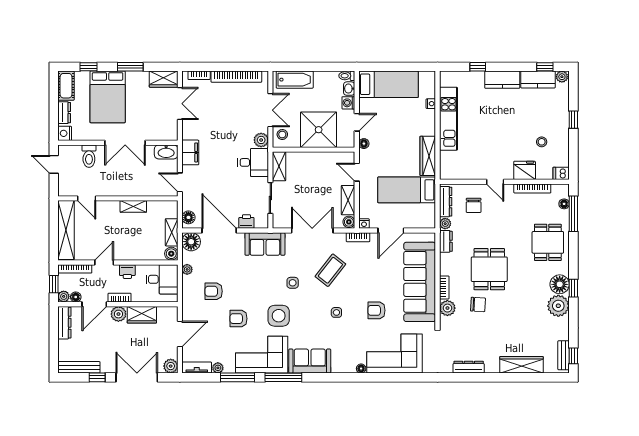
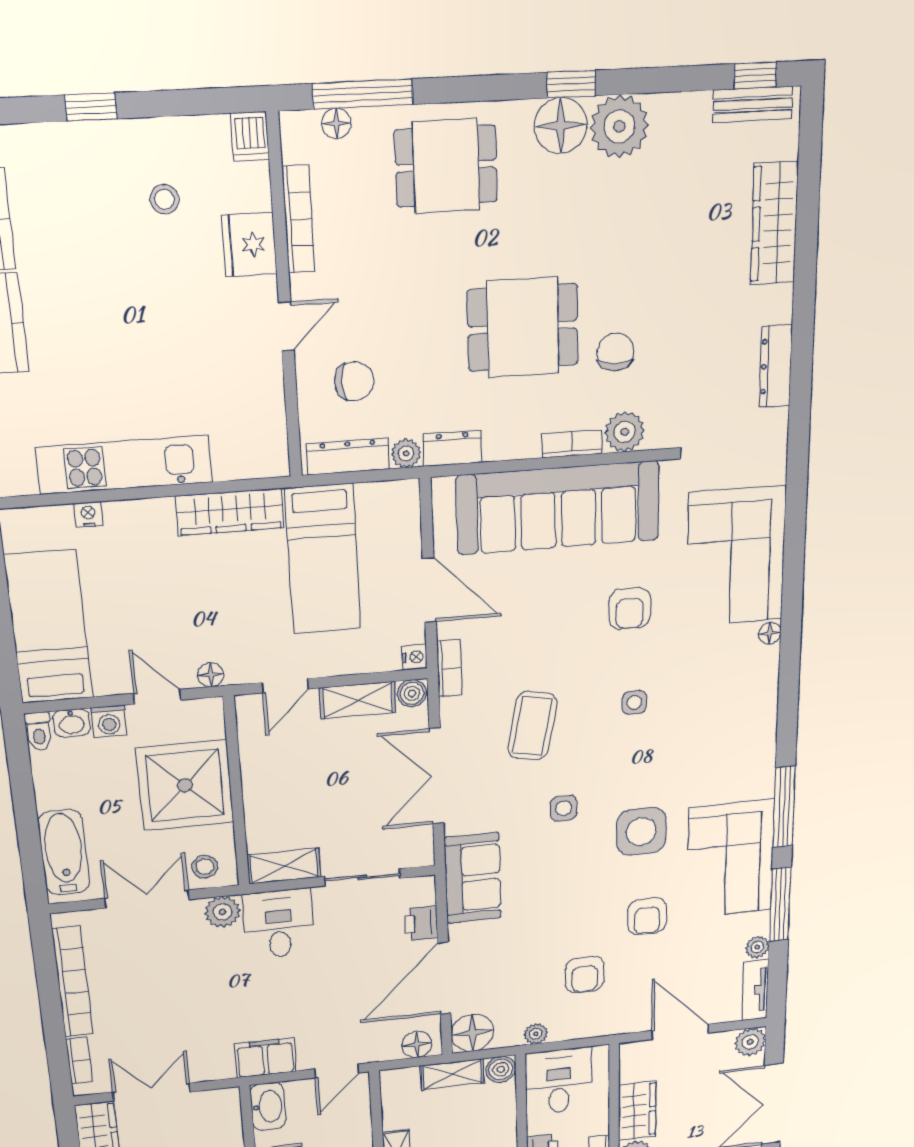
coffee table: (330, 270) -> (532, 726), turned 63
sofa: (310, 361) -> (748, 753), removed

